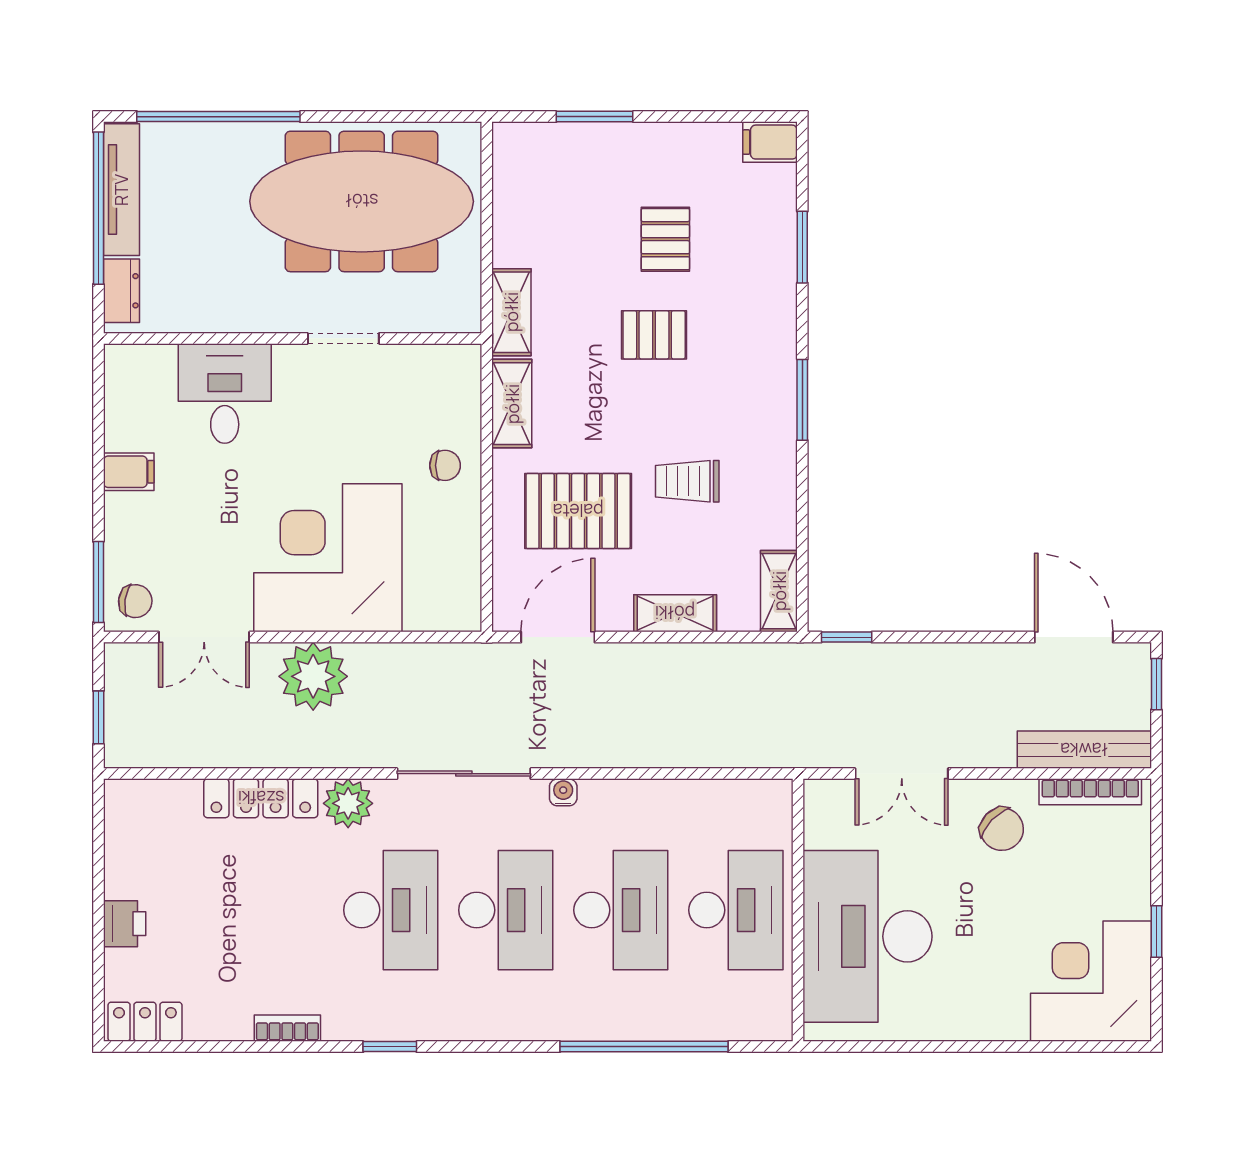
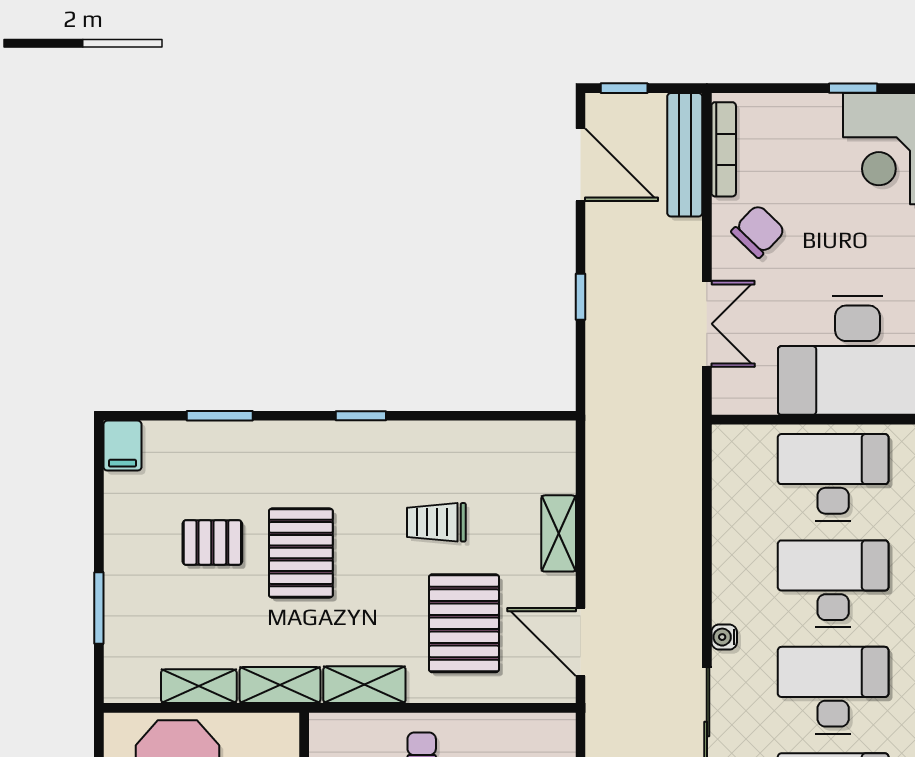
pallet: (654, 335) -> (301, 553), width x1.50, depth x1.42
window: (802, 400) -> (361, 416), width x0.67
trolley: (687, 481) -> (436, 522), turned 90
shelving: (779, 591) -> (199, 686), moved
window: (847, 637) -> (581, 297), moved
door: (1074, 637) -> (581, 165), swing flipped

